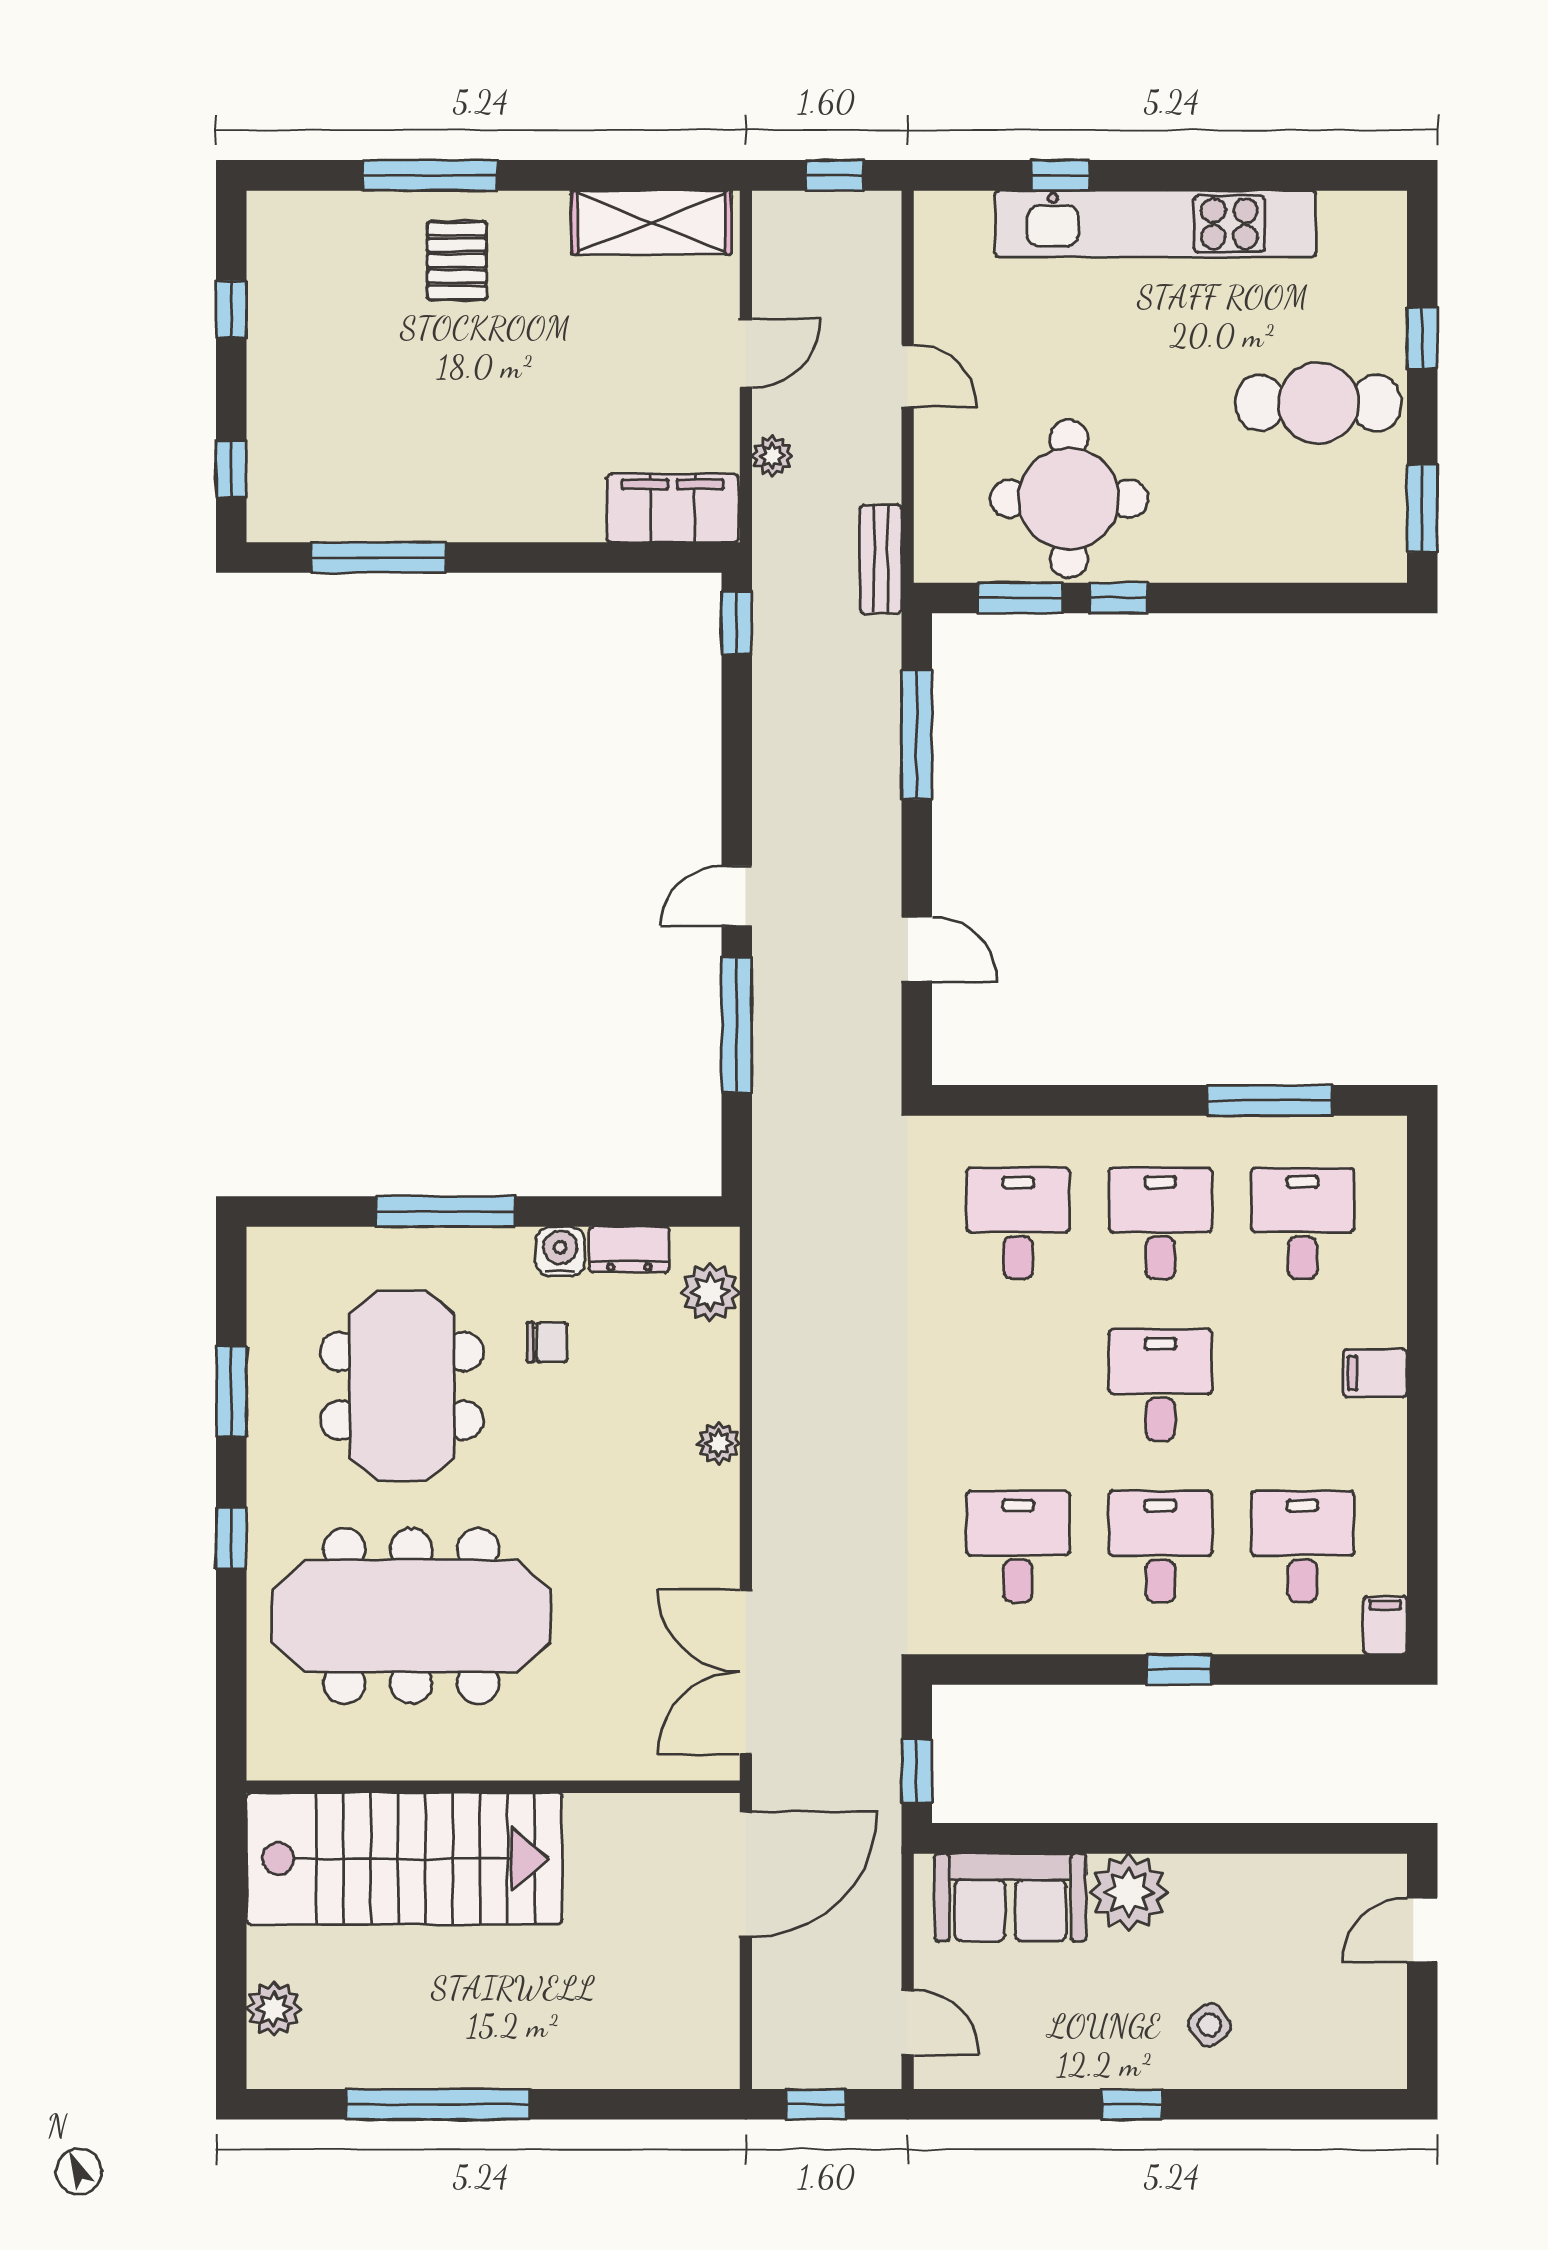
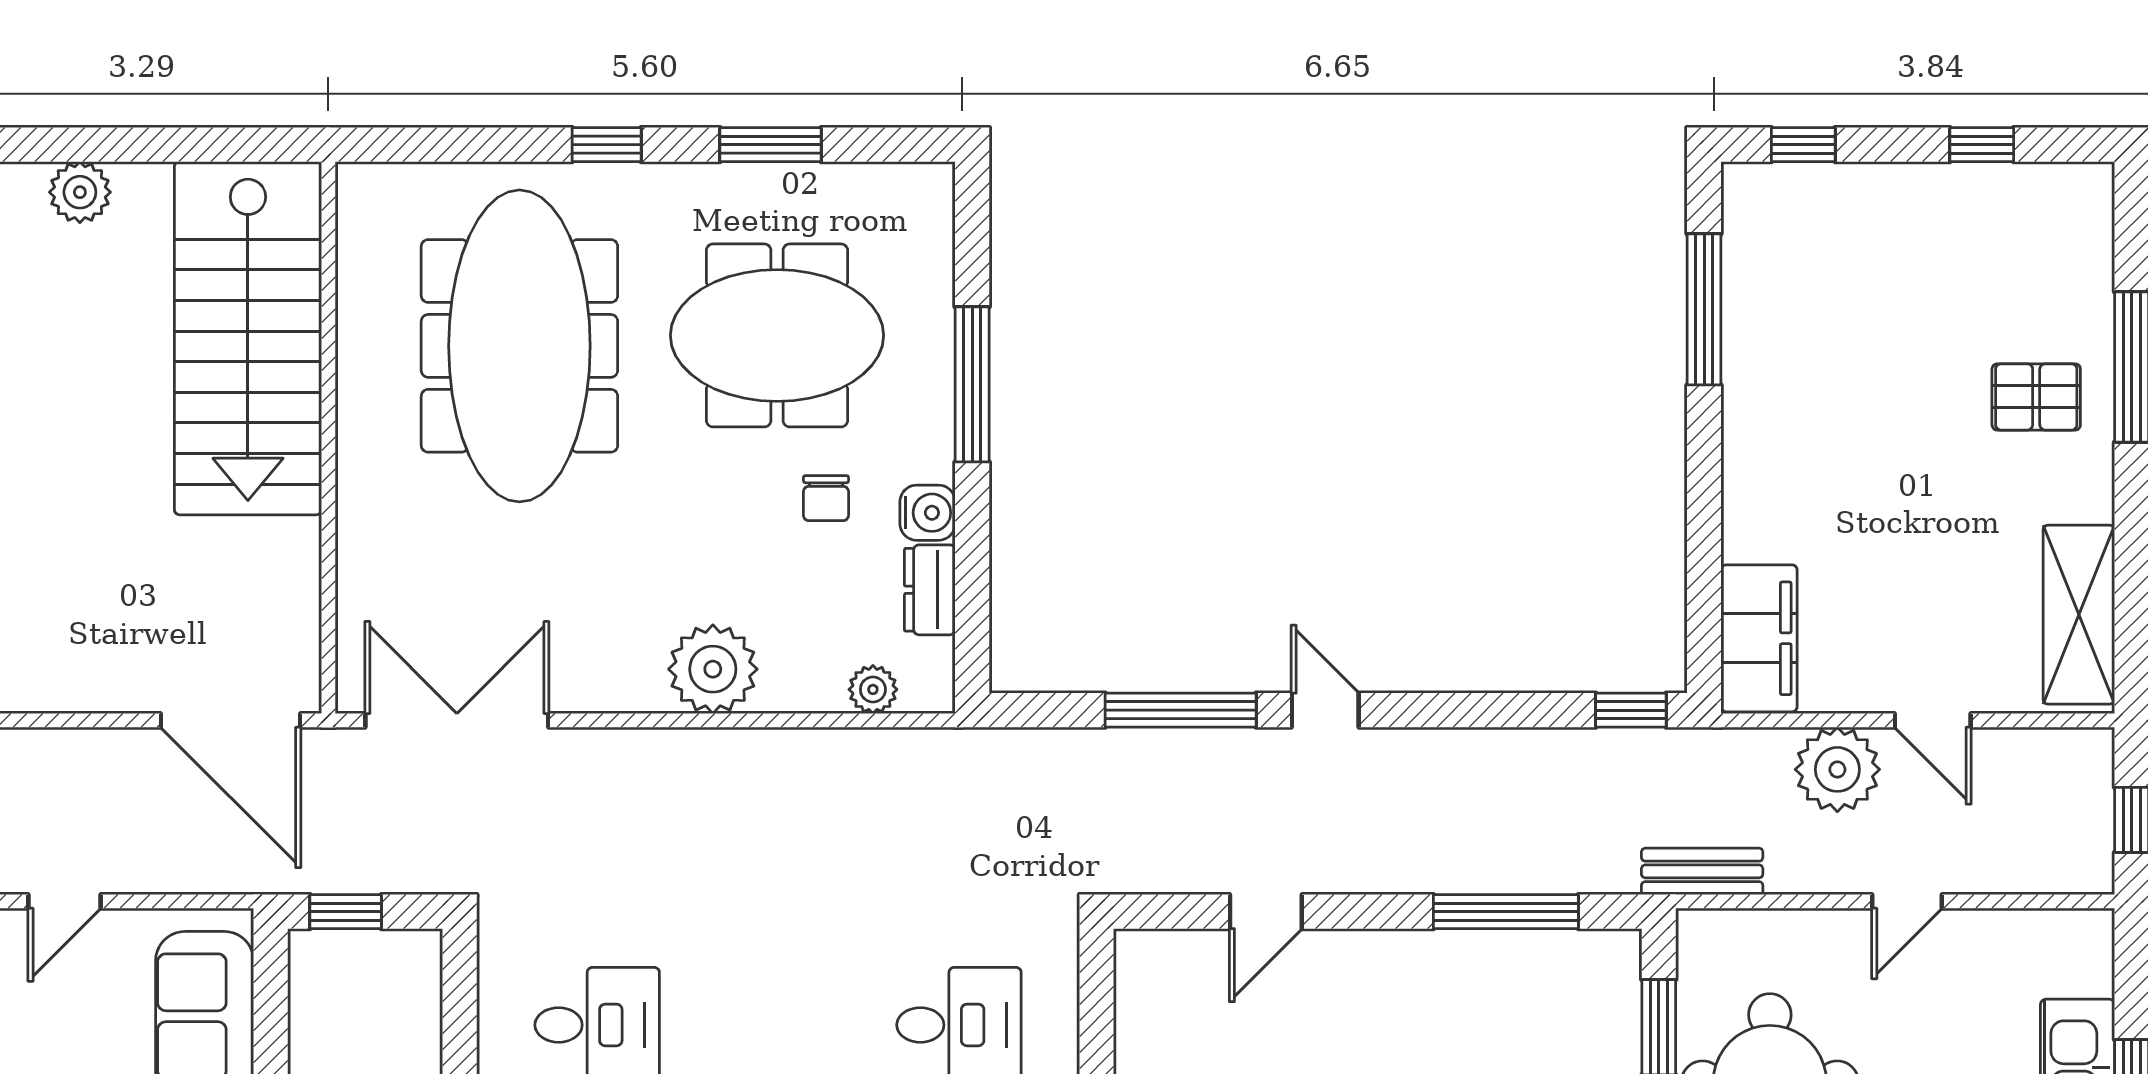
plant: (772, 456) -> (1837, 769), width x1.88, depth x1.88
plant: (710, 1292) -> (873, 689), width x0.73, depth x0.73
plant: (719, 1443) -> (713, 669), width x1.87, depth x1.87

